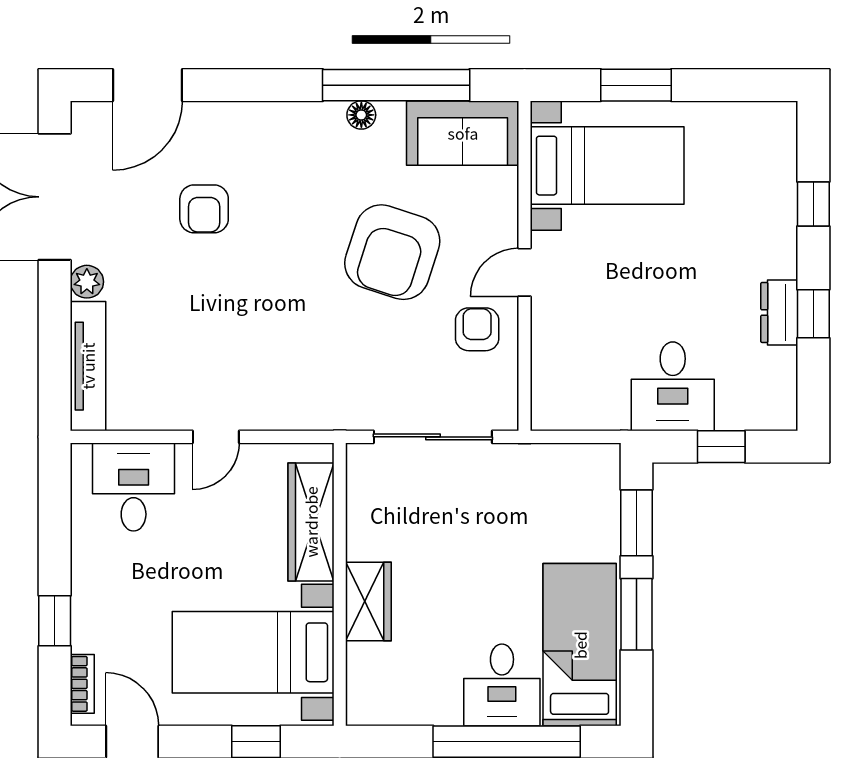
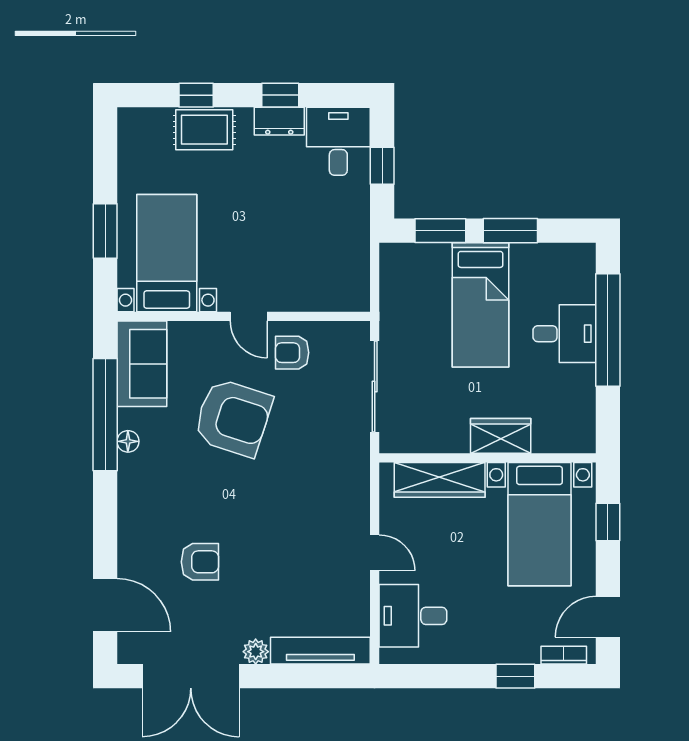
rug: (768, 215) -> (204, 130), added
desk: (673, 386) -> (338, 141), moved, turned -90
bed: (580, 645) -> (481, 305), moved, turned -90

